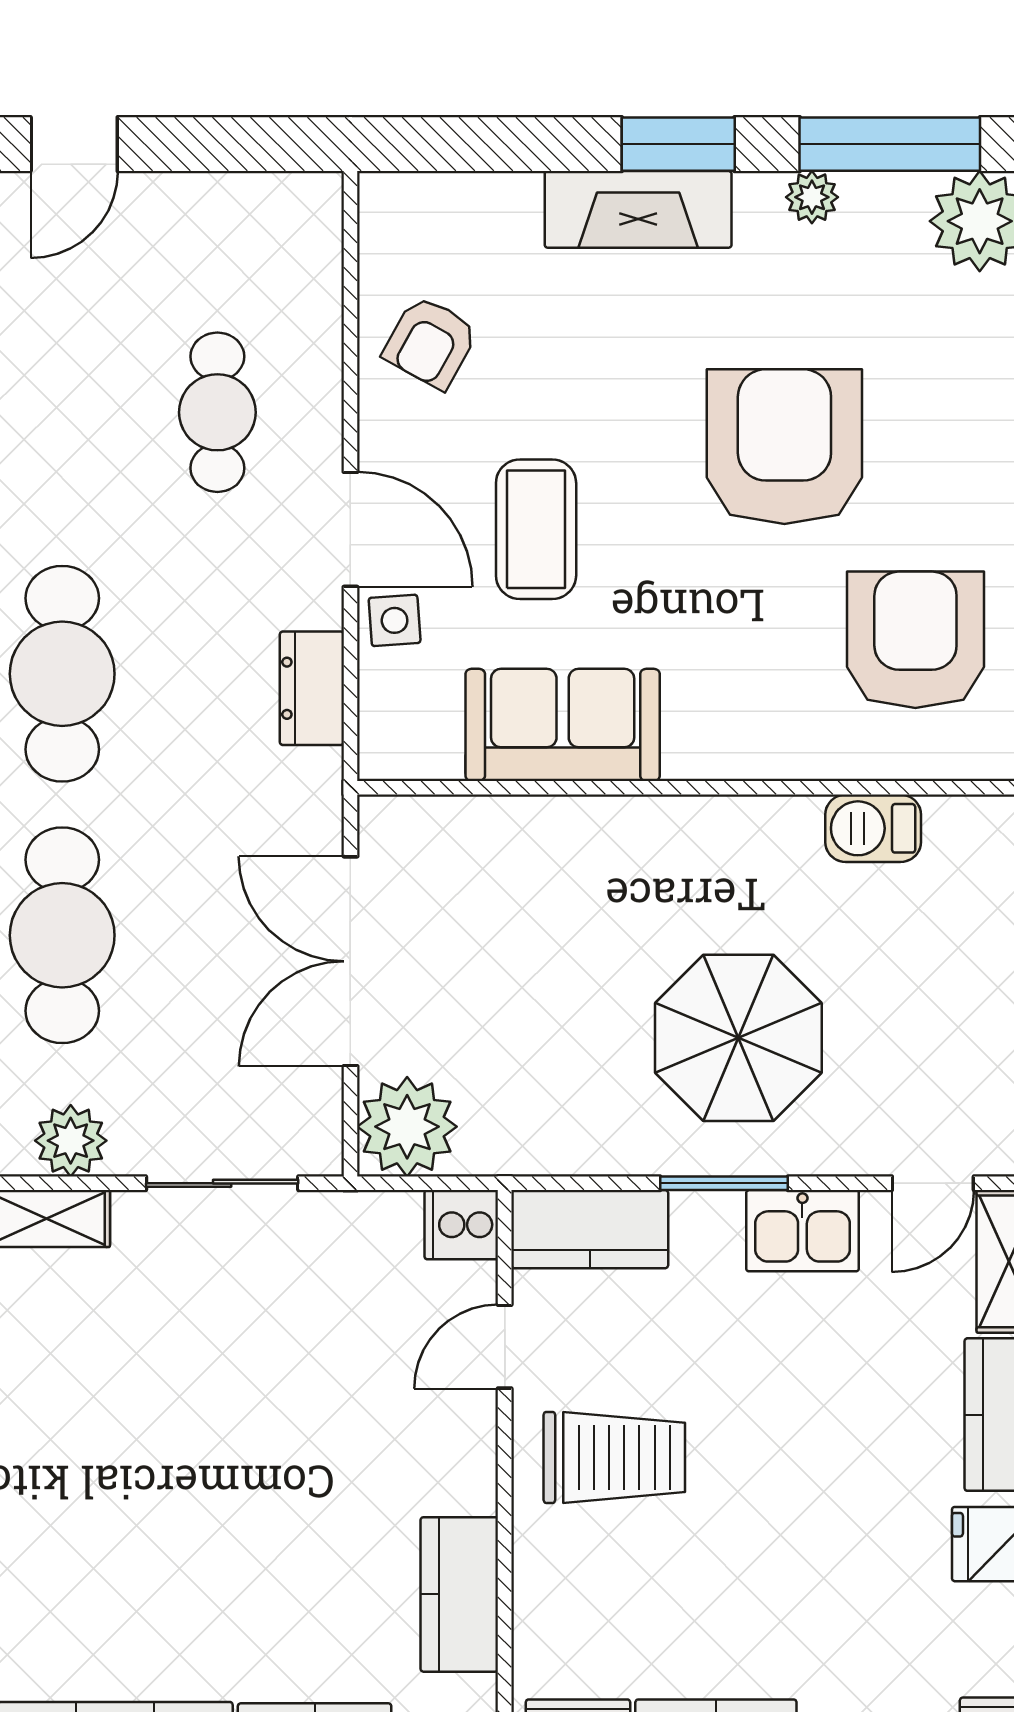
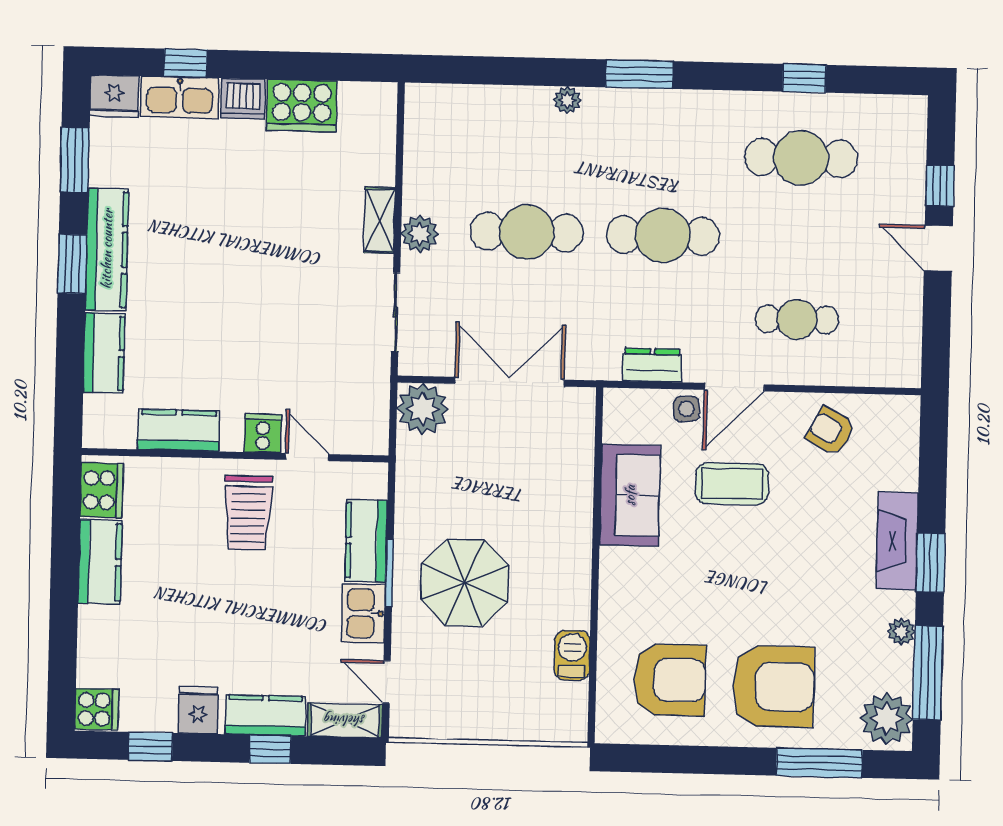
armchair: (784, 447) -> (773, 686), moved
cooker: (461, 1225) -> (263, 433), moved
kitchen counter: (590, 1229) -> (366, 541), moved

